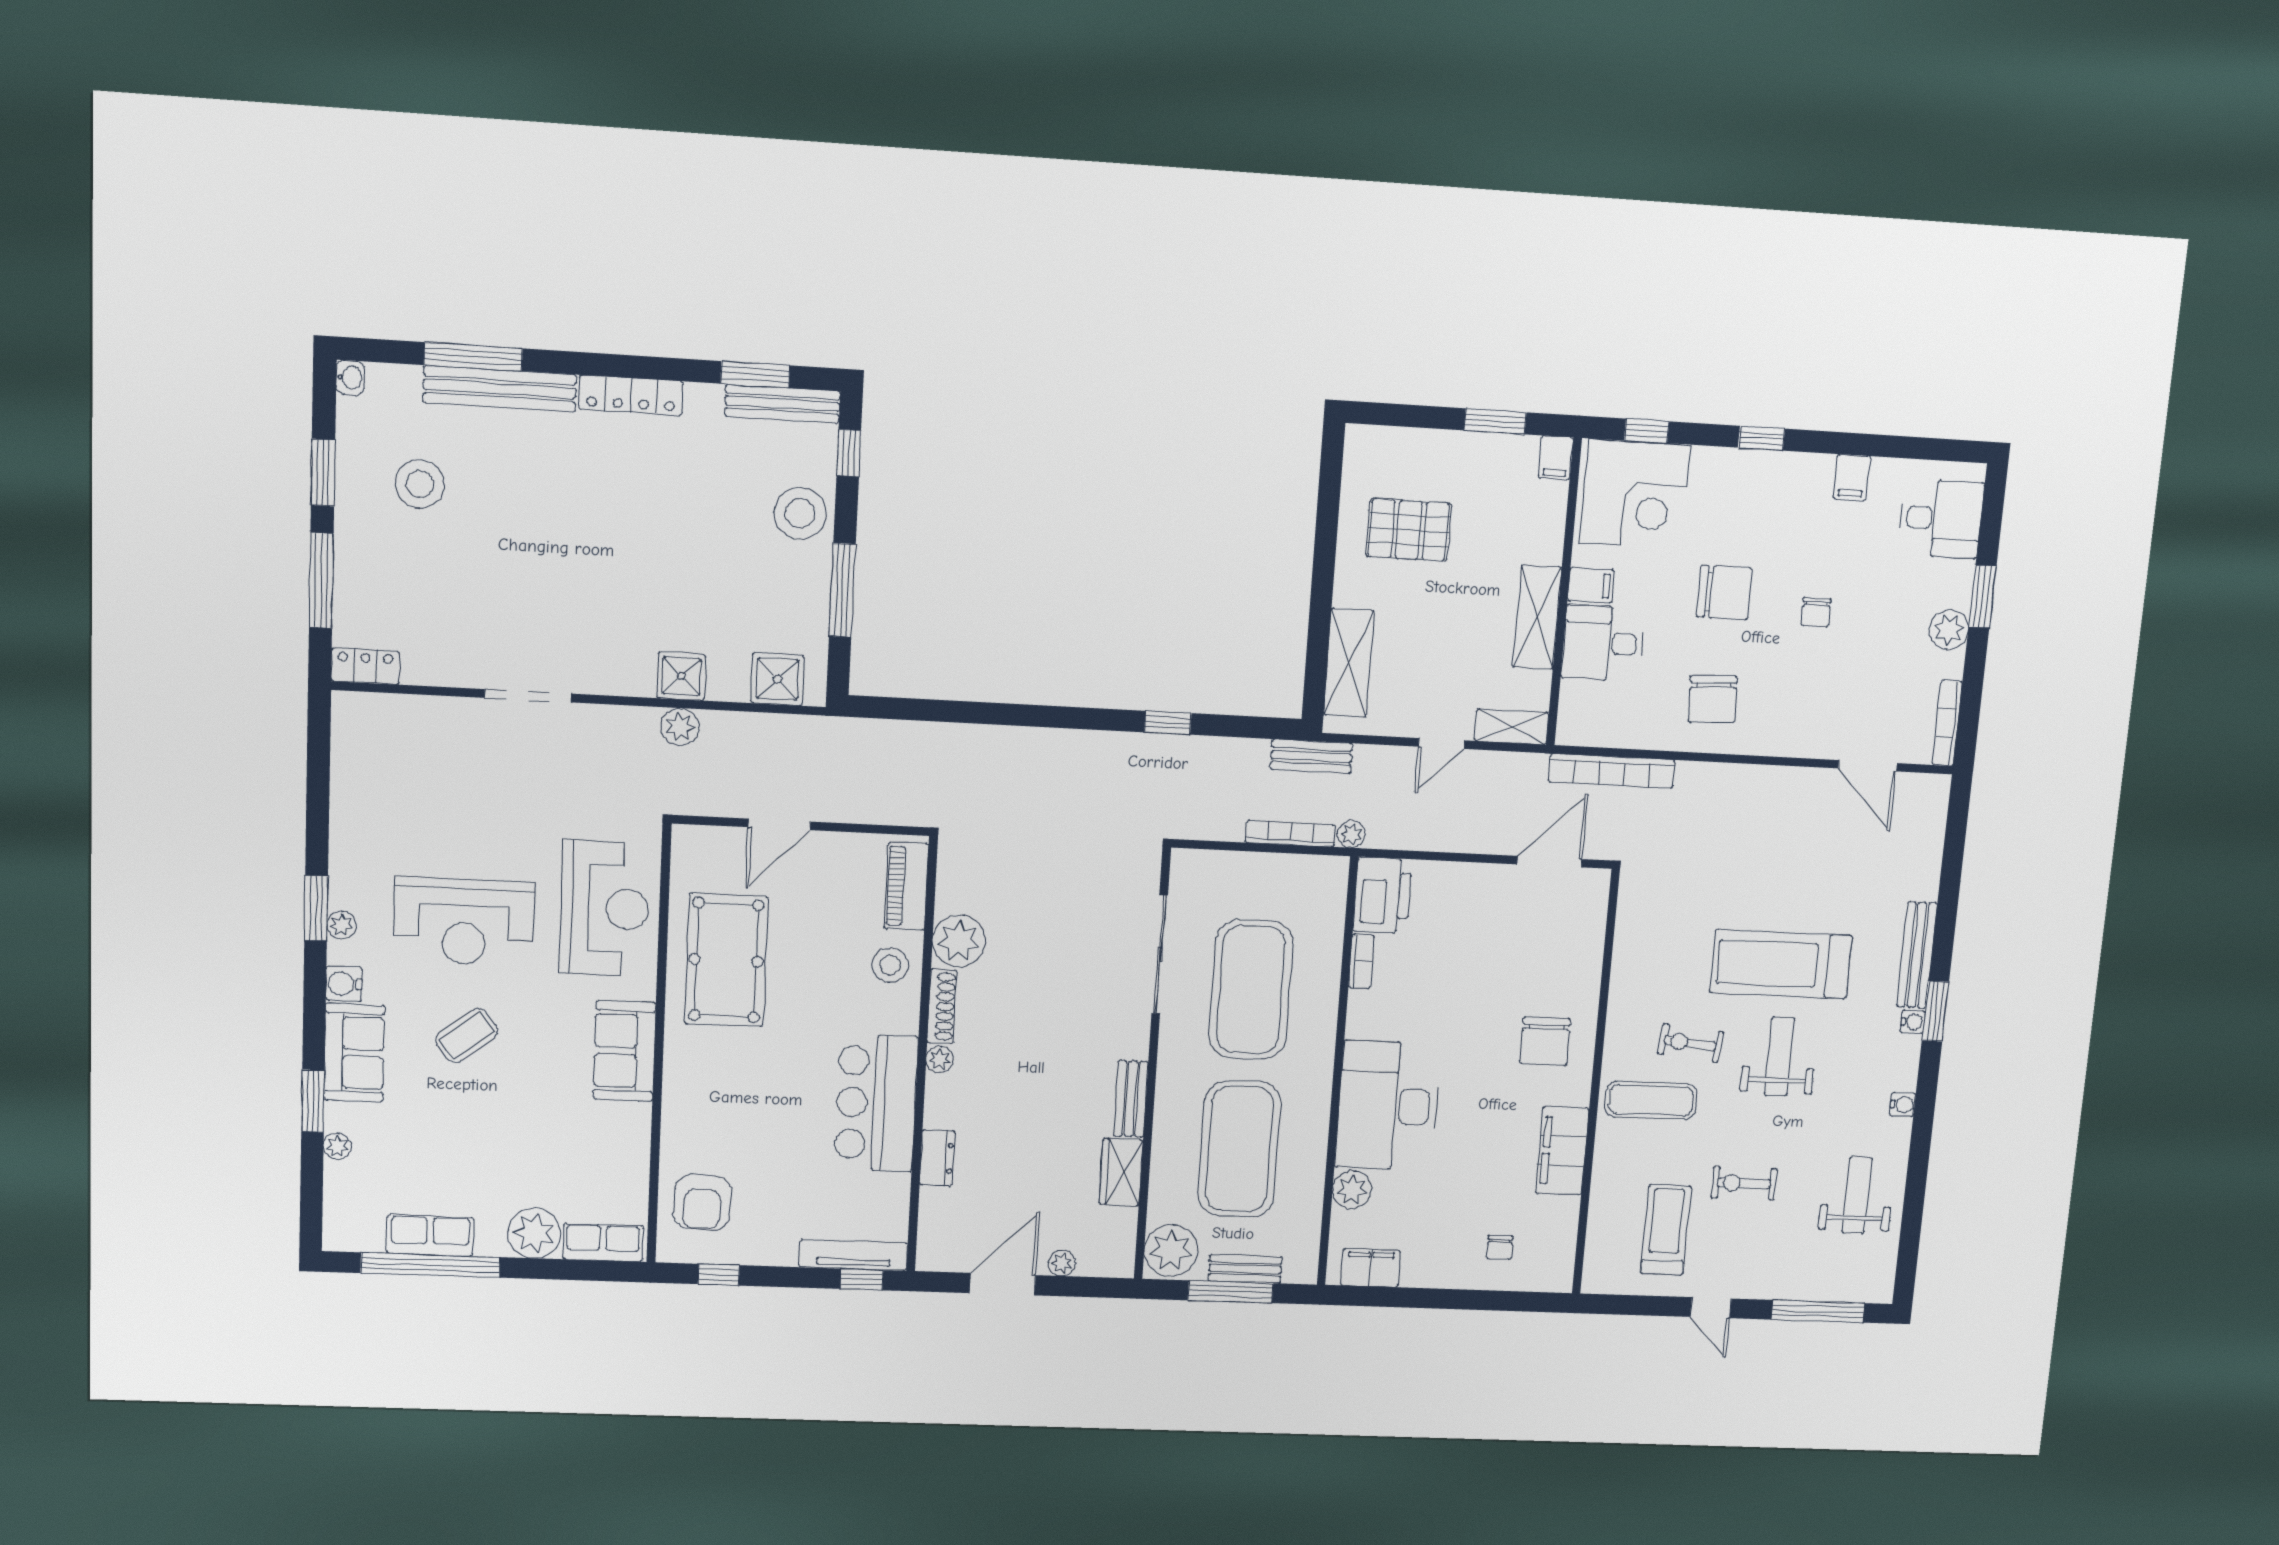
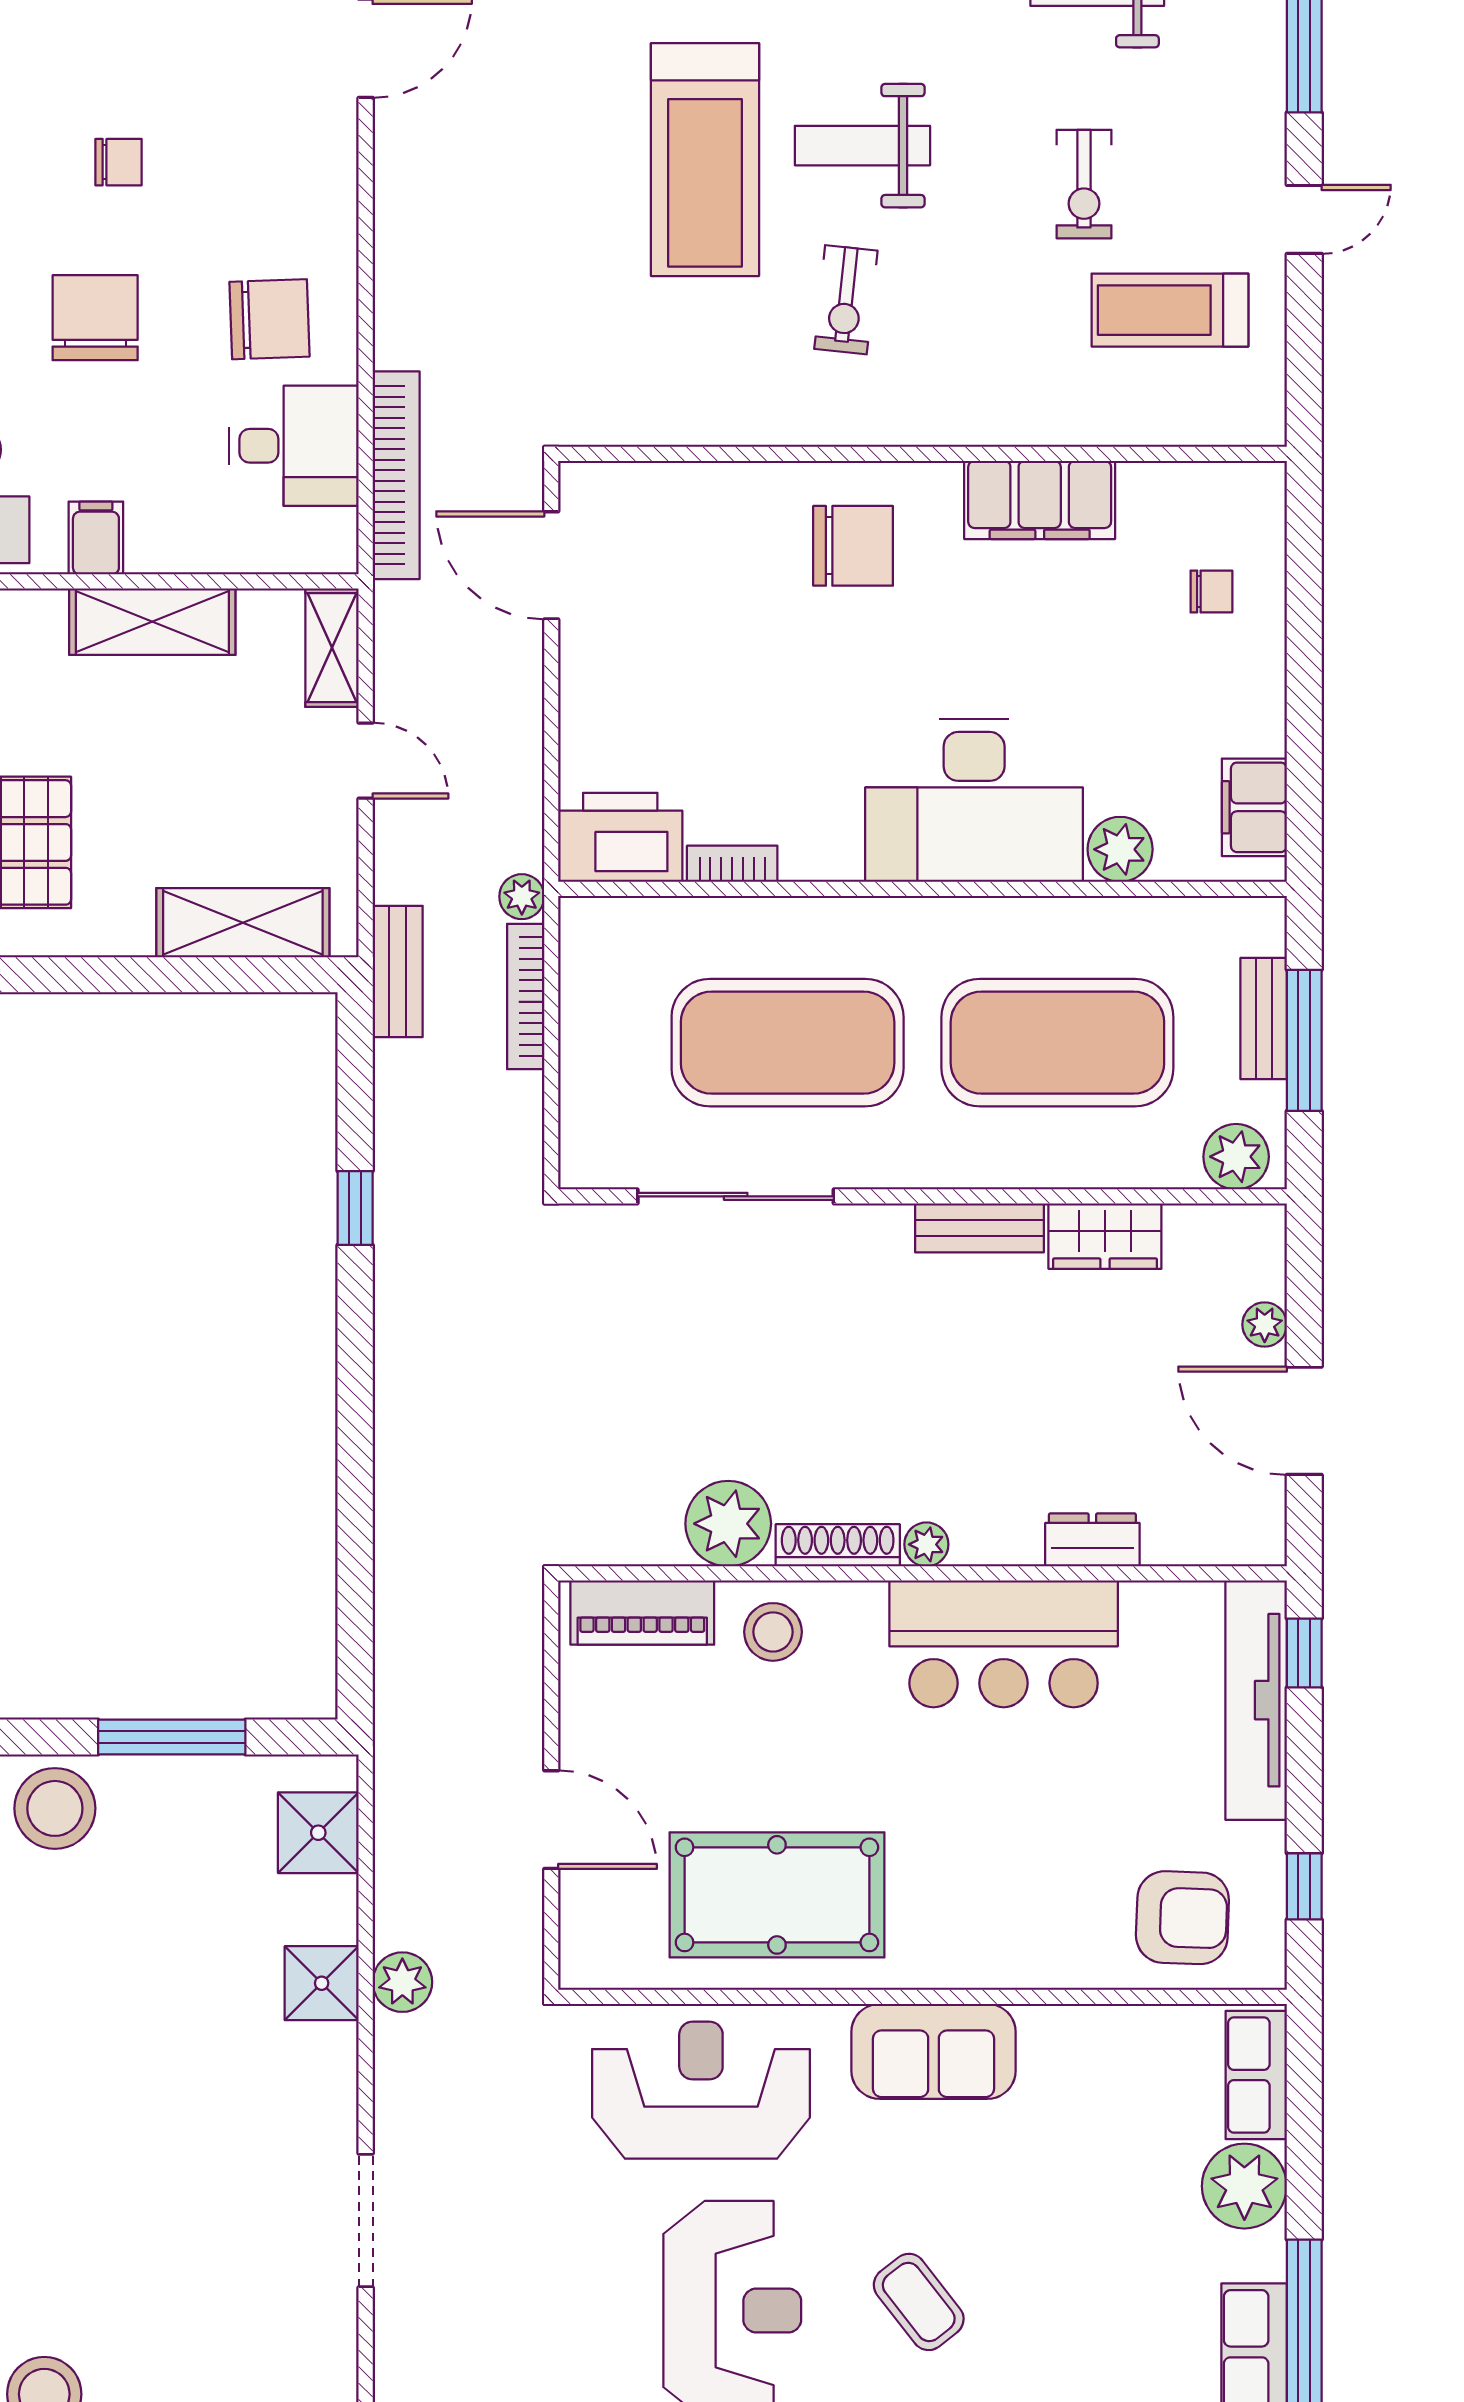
desk: (1603, 643) -> (294, 446), moved, turned -90
exercise mat: (1651, 1100) -> (947, 357), removed
plant: (1171, 1250) -> (1236, 1157), width x0.73, depth x0.73
tv unit: (853, 1255) -> (1256, 1700), width x1.36, depth x1.29

